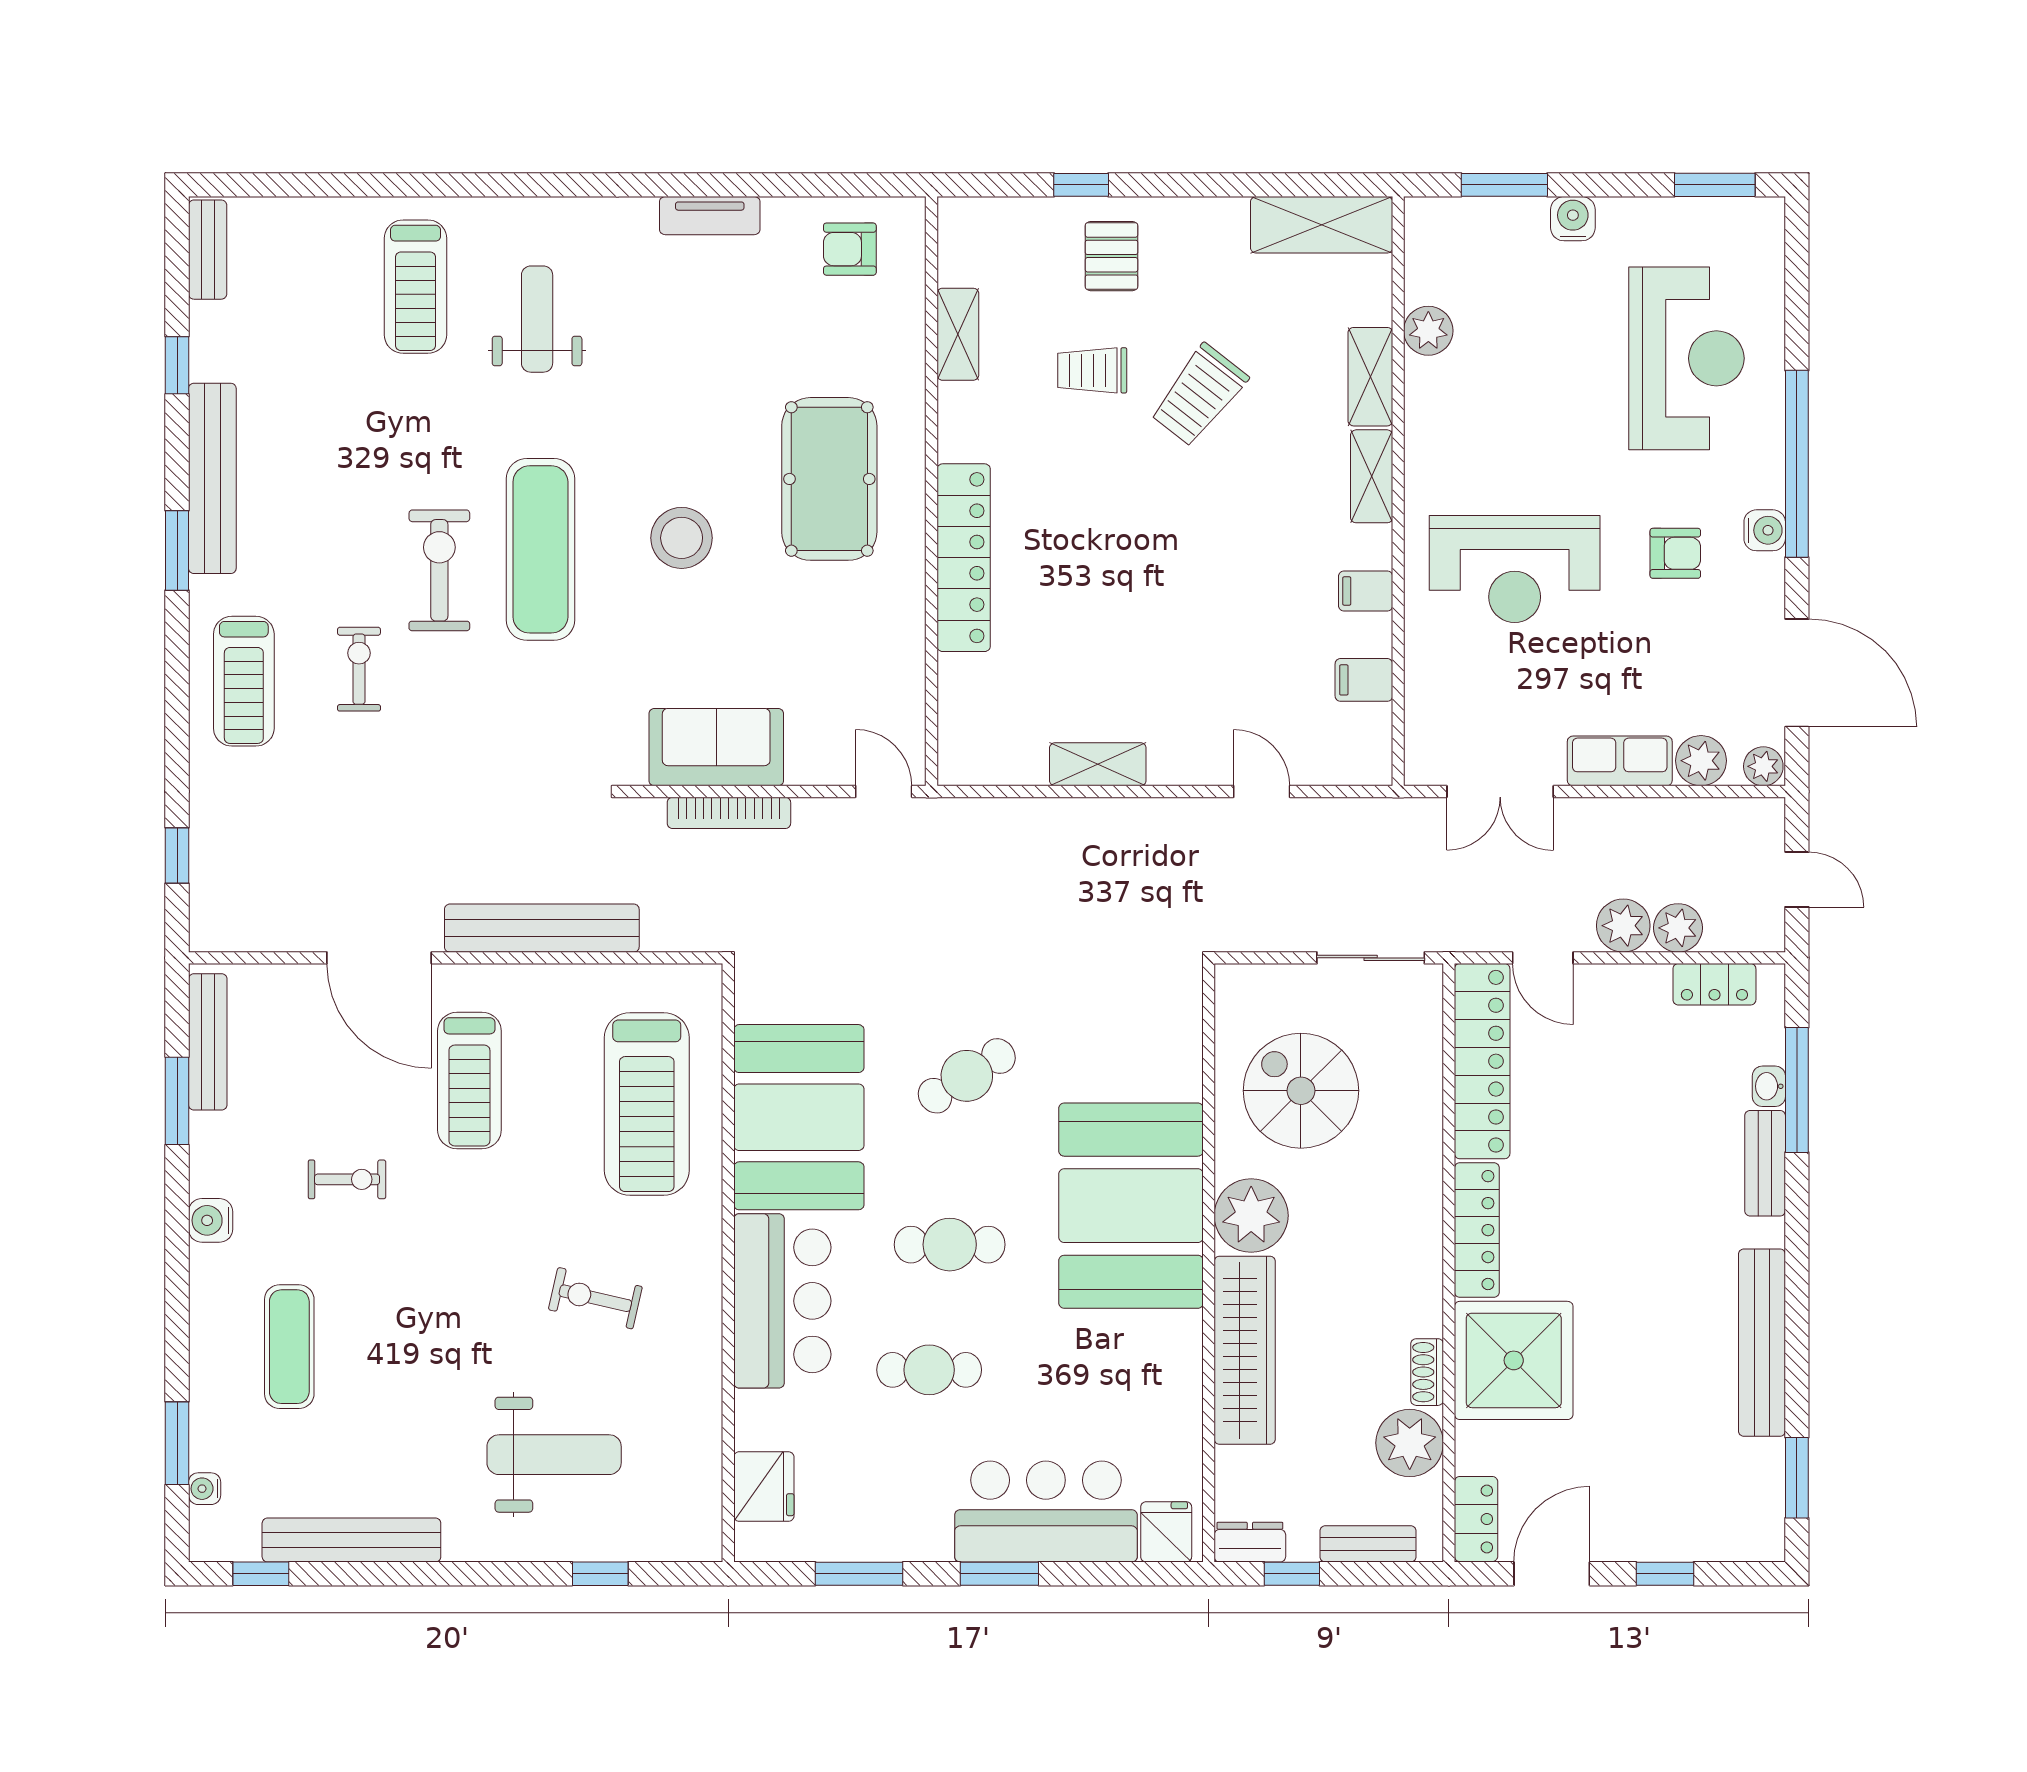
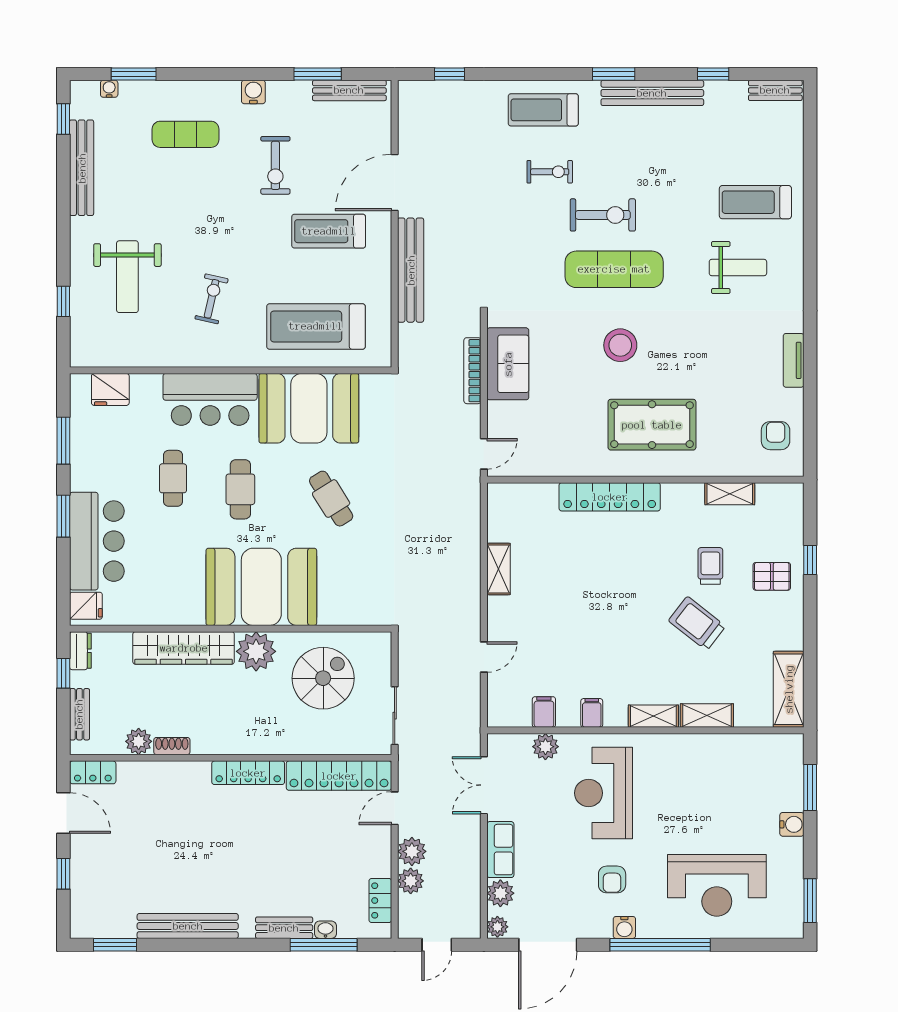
plant: (1428, 331) -> (545, 747), moved
exercise bike: (347, 1179) -> (275, 165), width x1.38, depth x1.39
shower: (1514, 1360) -> (178, 793), removed
plant: (1410, 1443) -> (139, 741), width x0.73, depth x0.73

